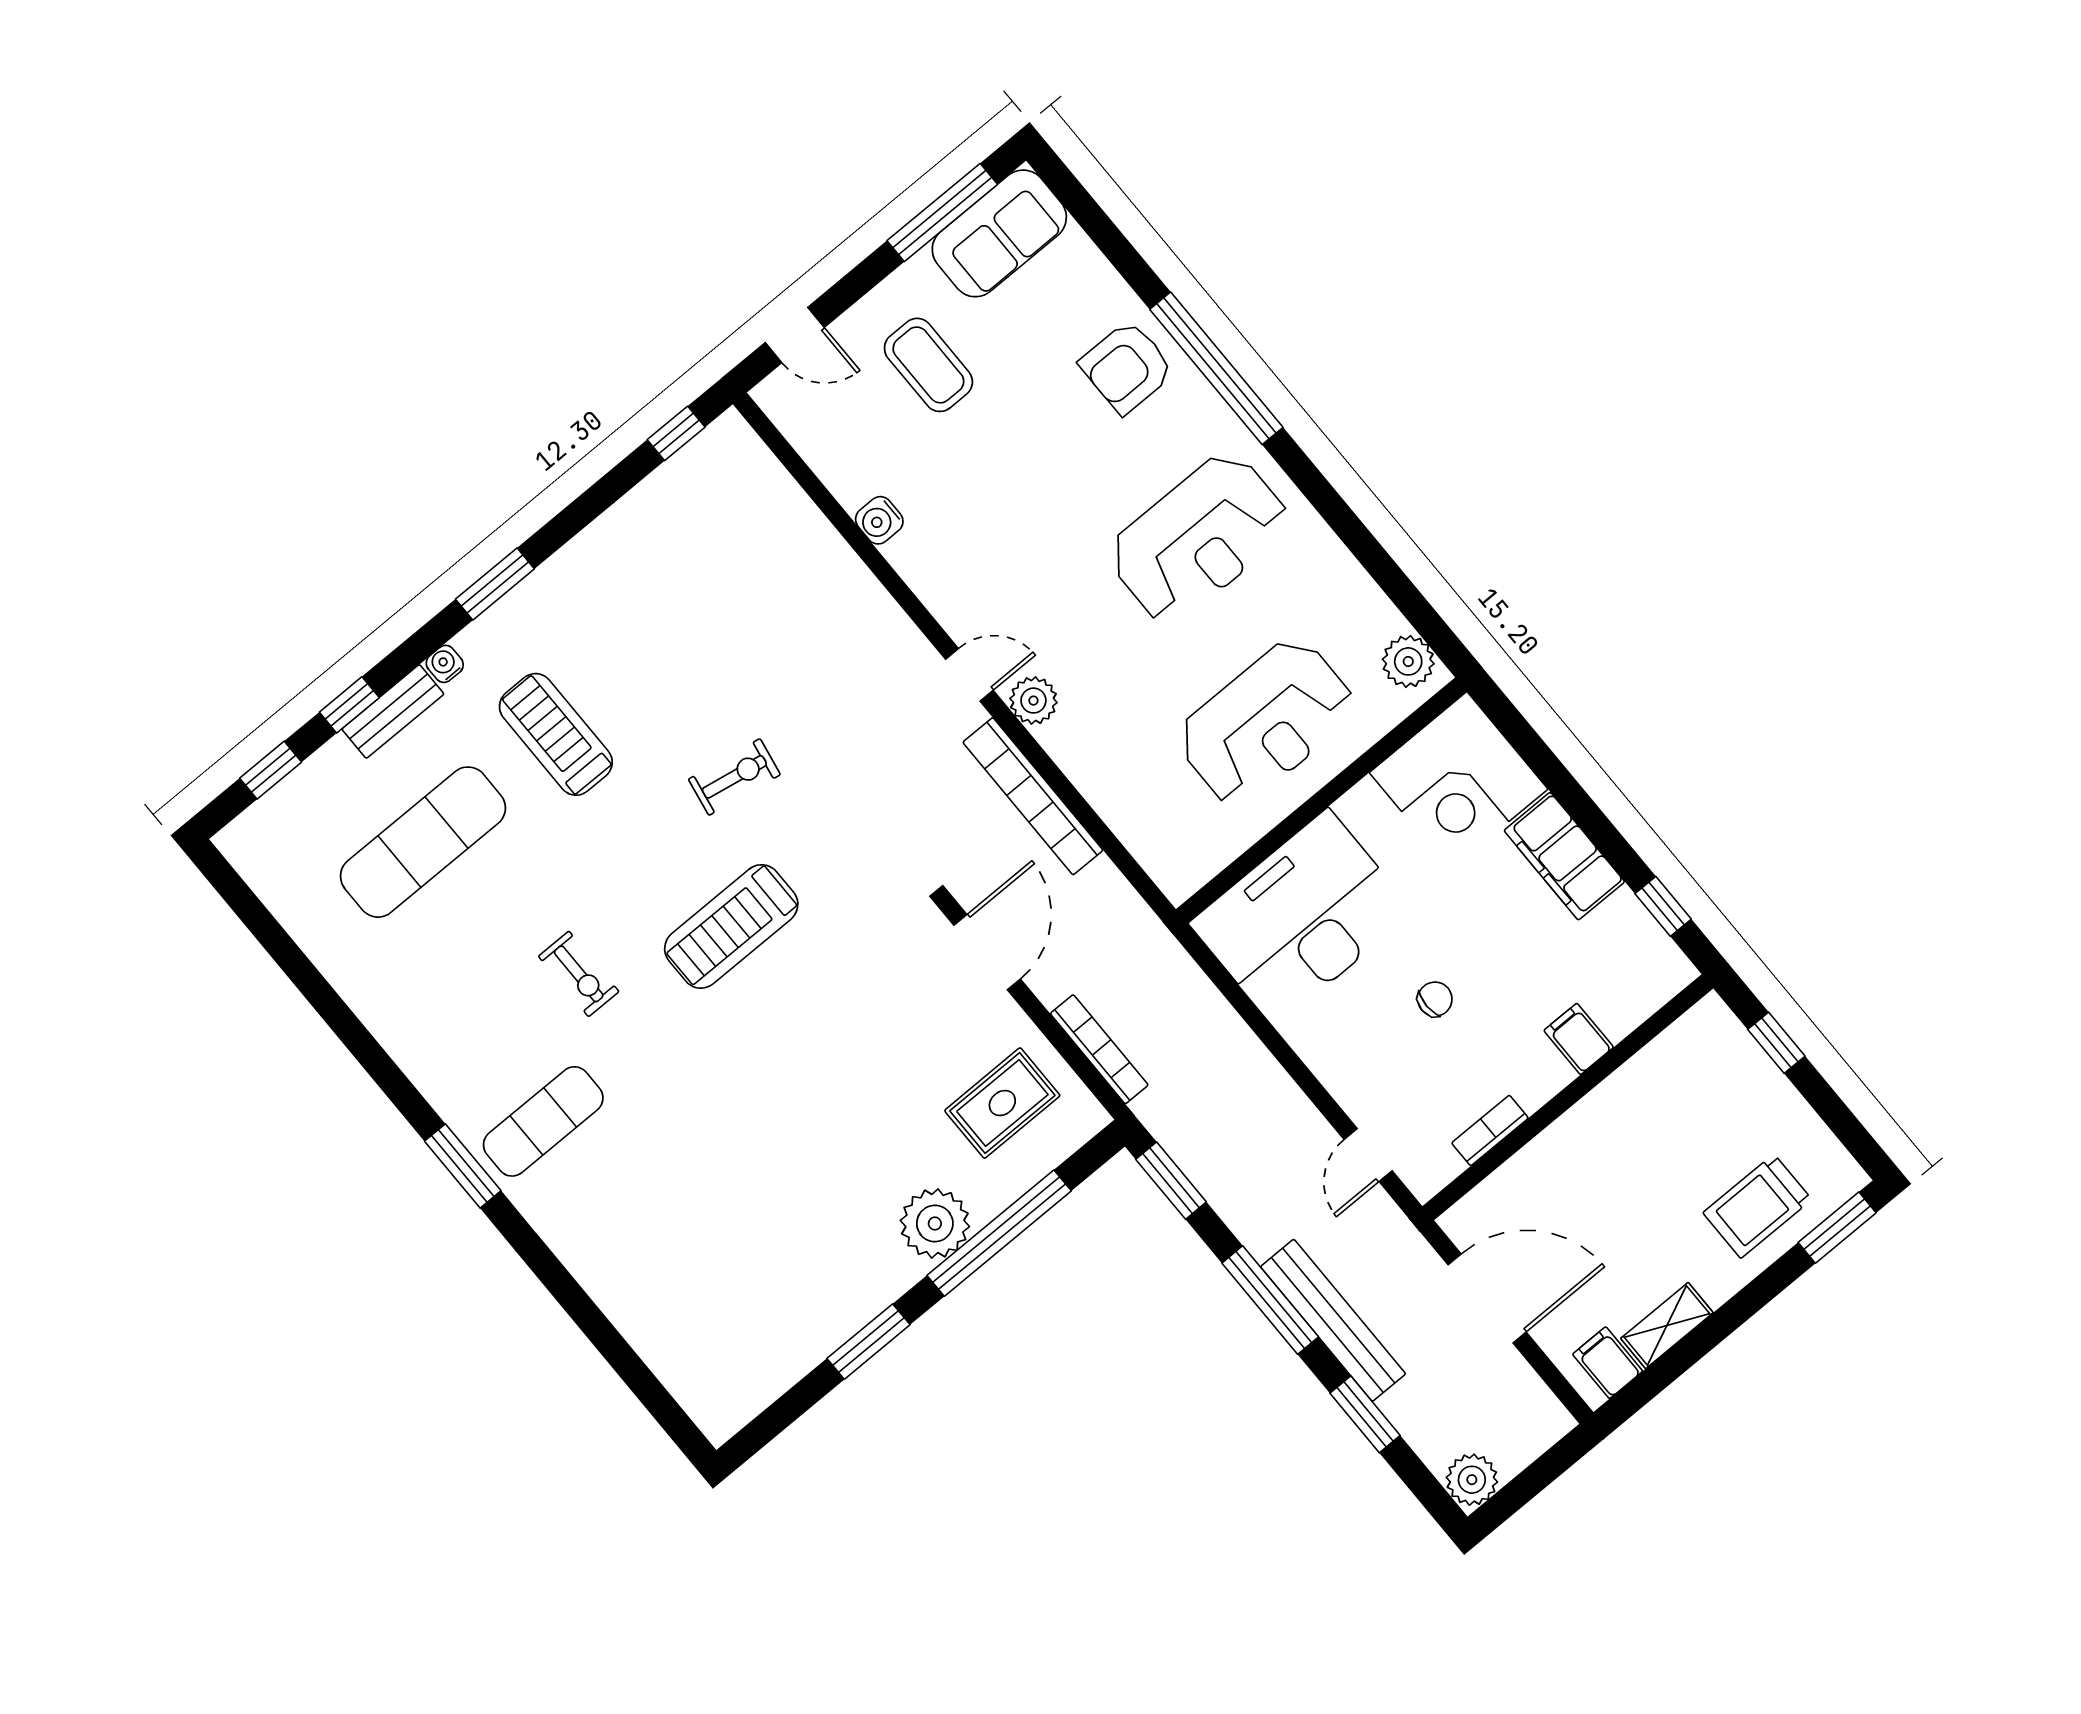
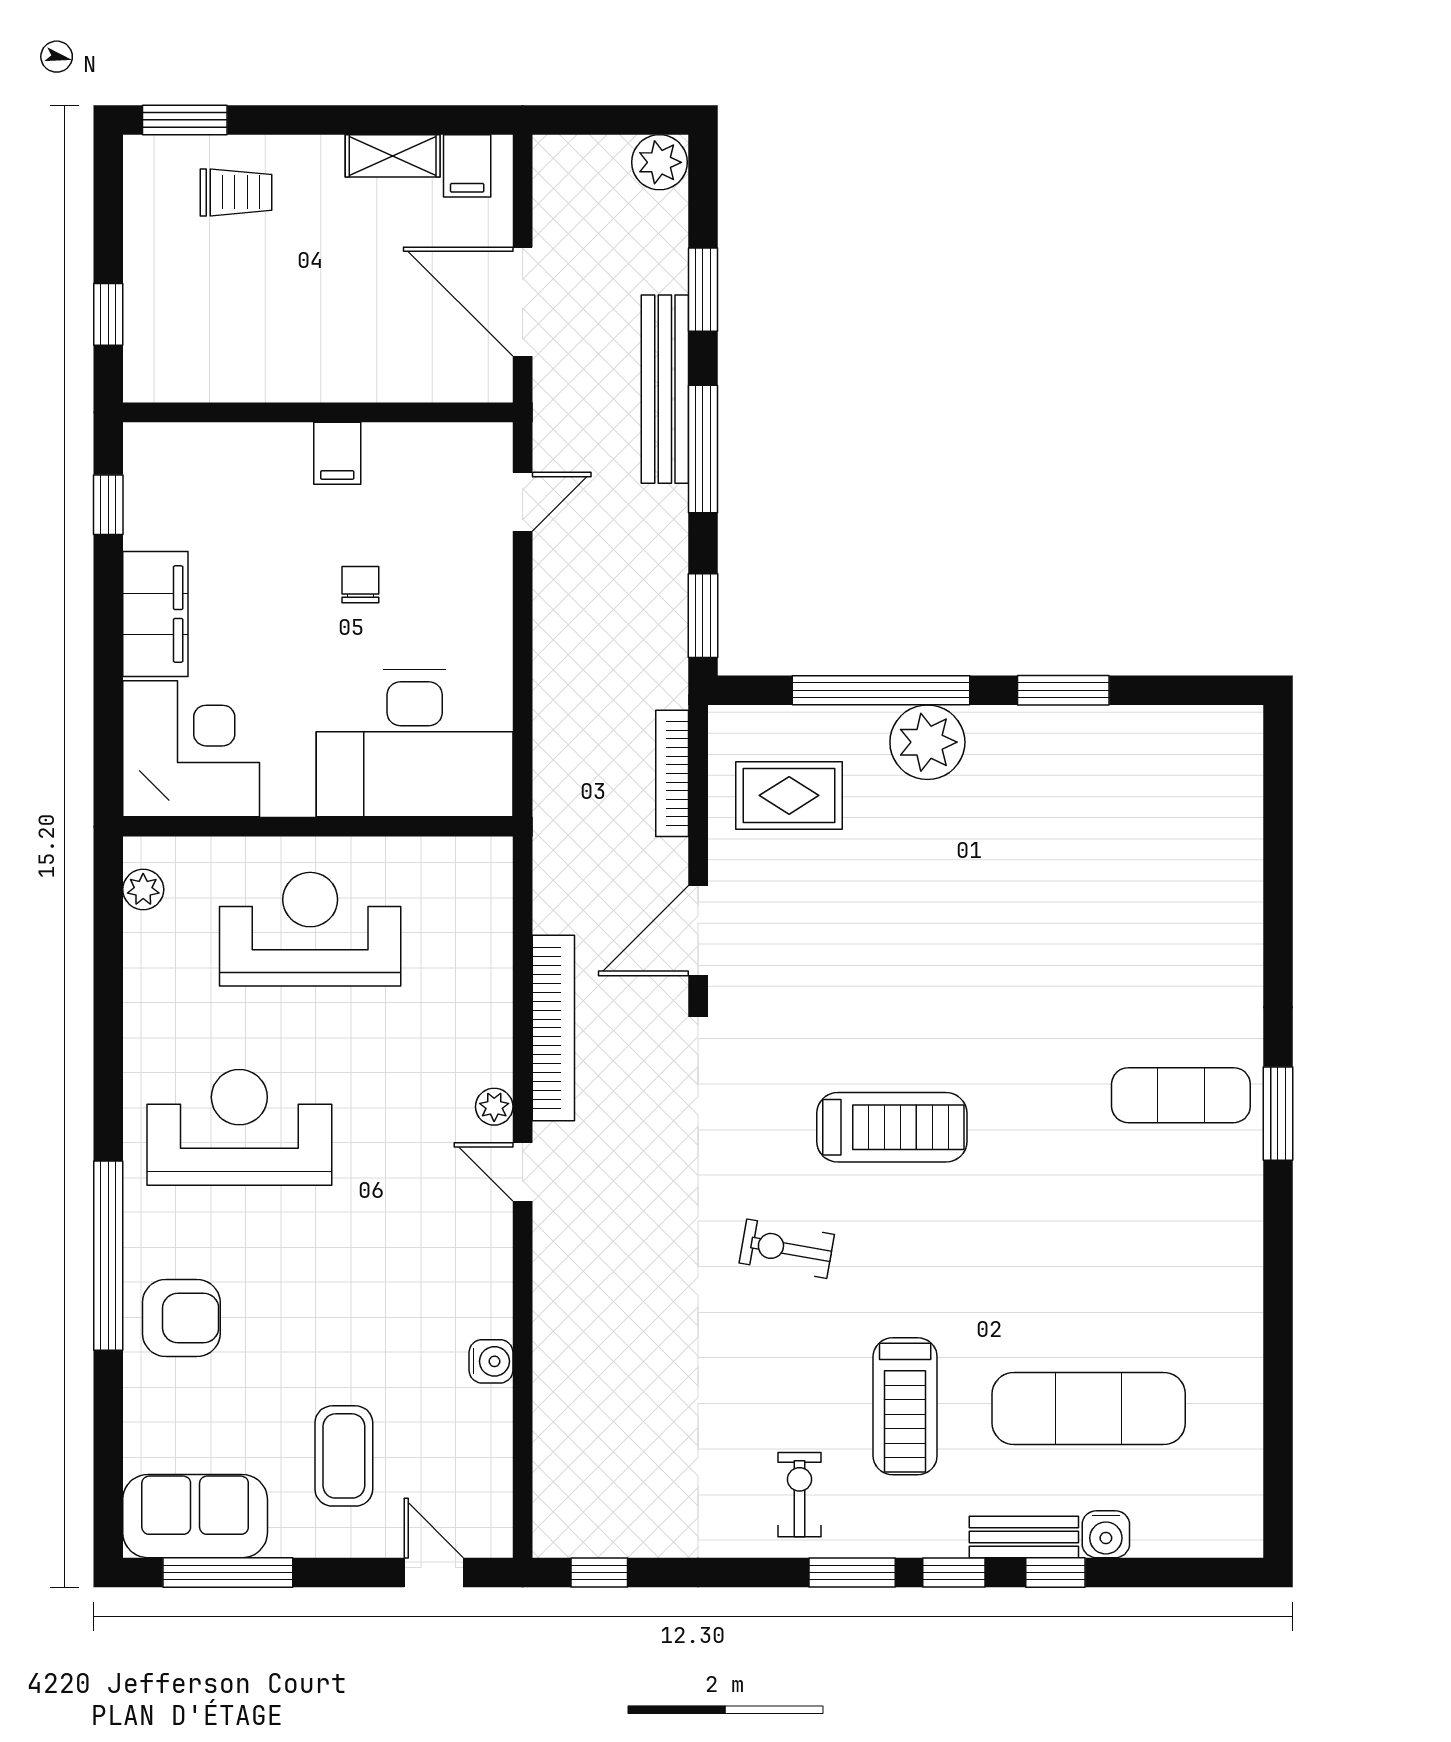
plant: (1408, 661) -> (143, 890), width x0.73, depth x0.73
water cooler: (445, 664) -> (1106, 1534), moved, width x1.38, depth x1.38
plant: (1033, 701) -> (494, 1107), width x0.73, depth x0.73
window: (271, 770) -> (954, 1572), moved
exercise bike: (579, 974) -> (799, 1495), moved
chair: (1435, 999) -> (360, 585), turned 90
filing cabinet: (1579, 1039) -> (337, 453), moved
bookcase: (1490, 1130) -> (405, 438), removed
trolley: (1757, 1206) -> (236, 192), width x0.73, depth x0.72

